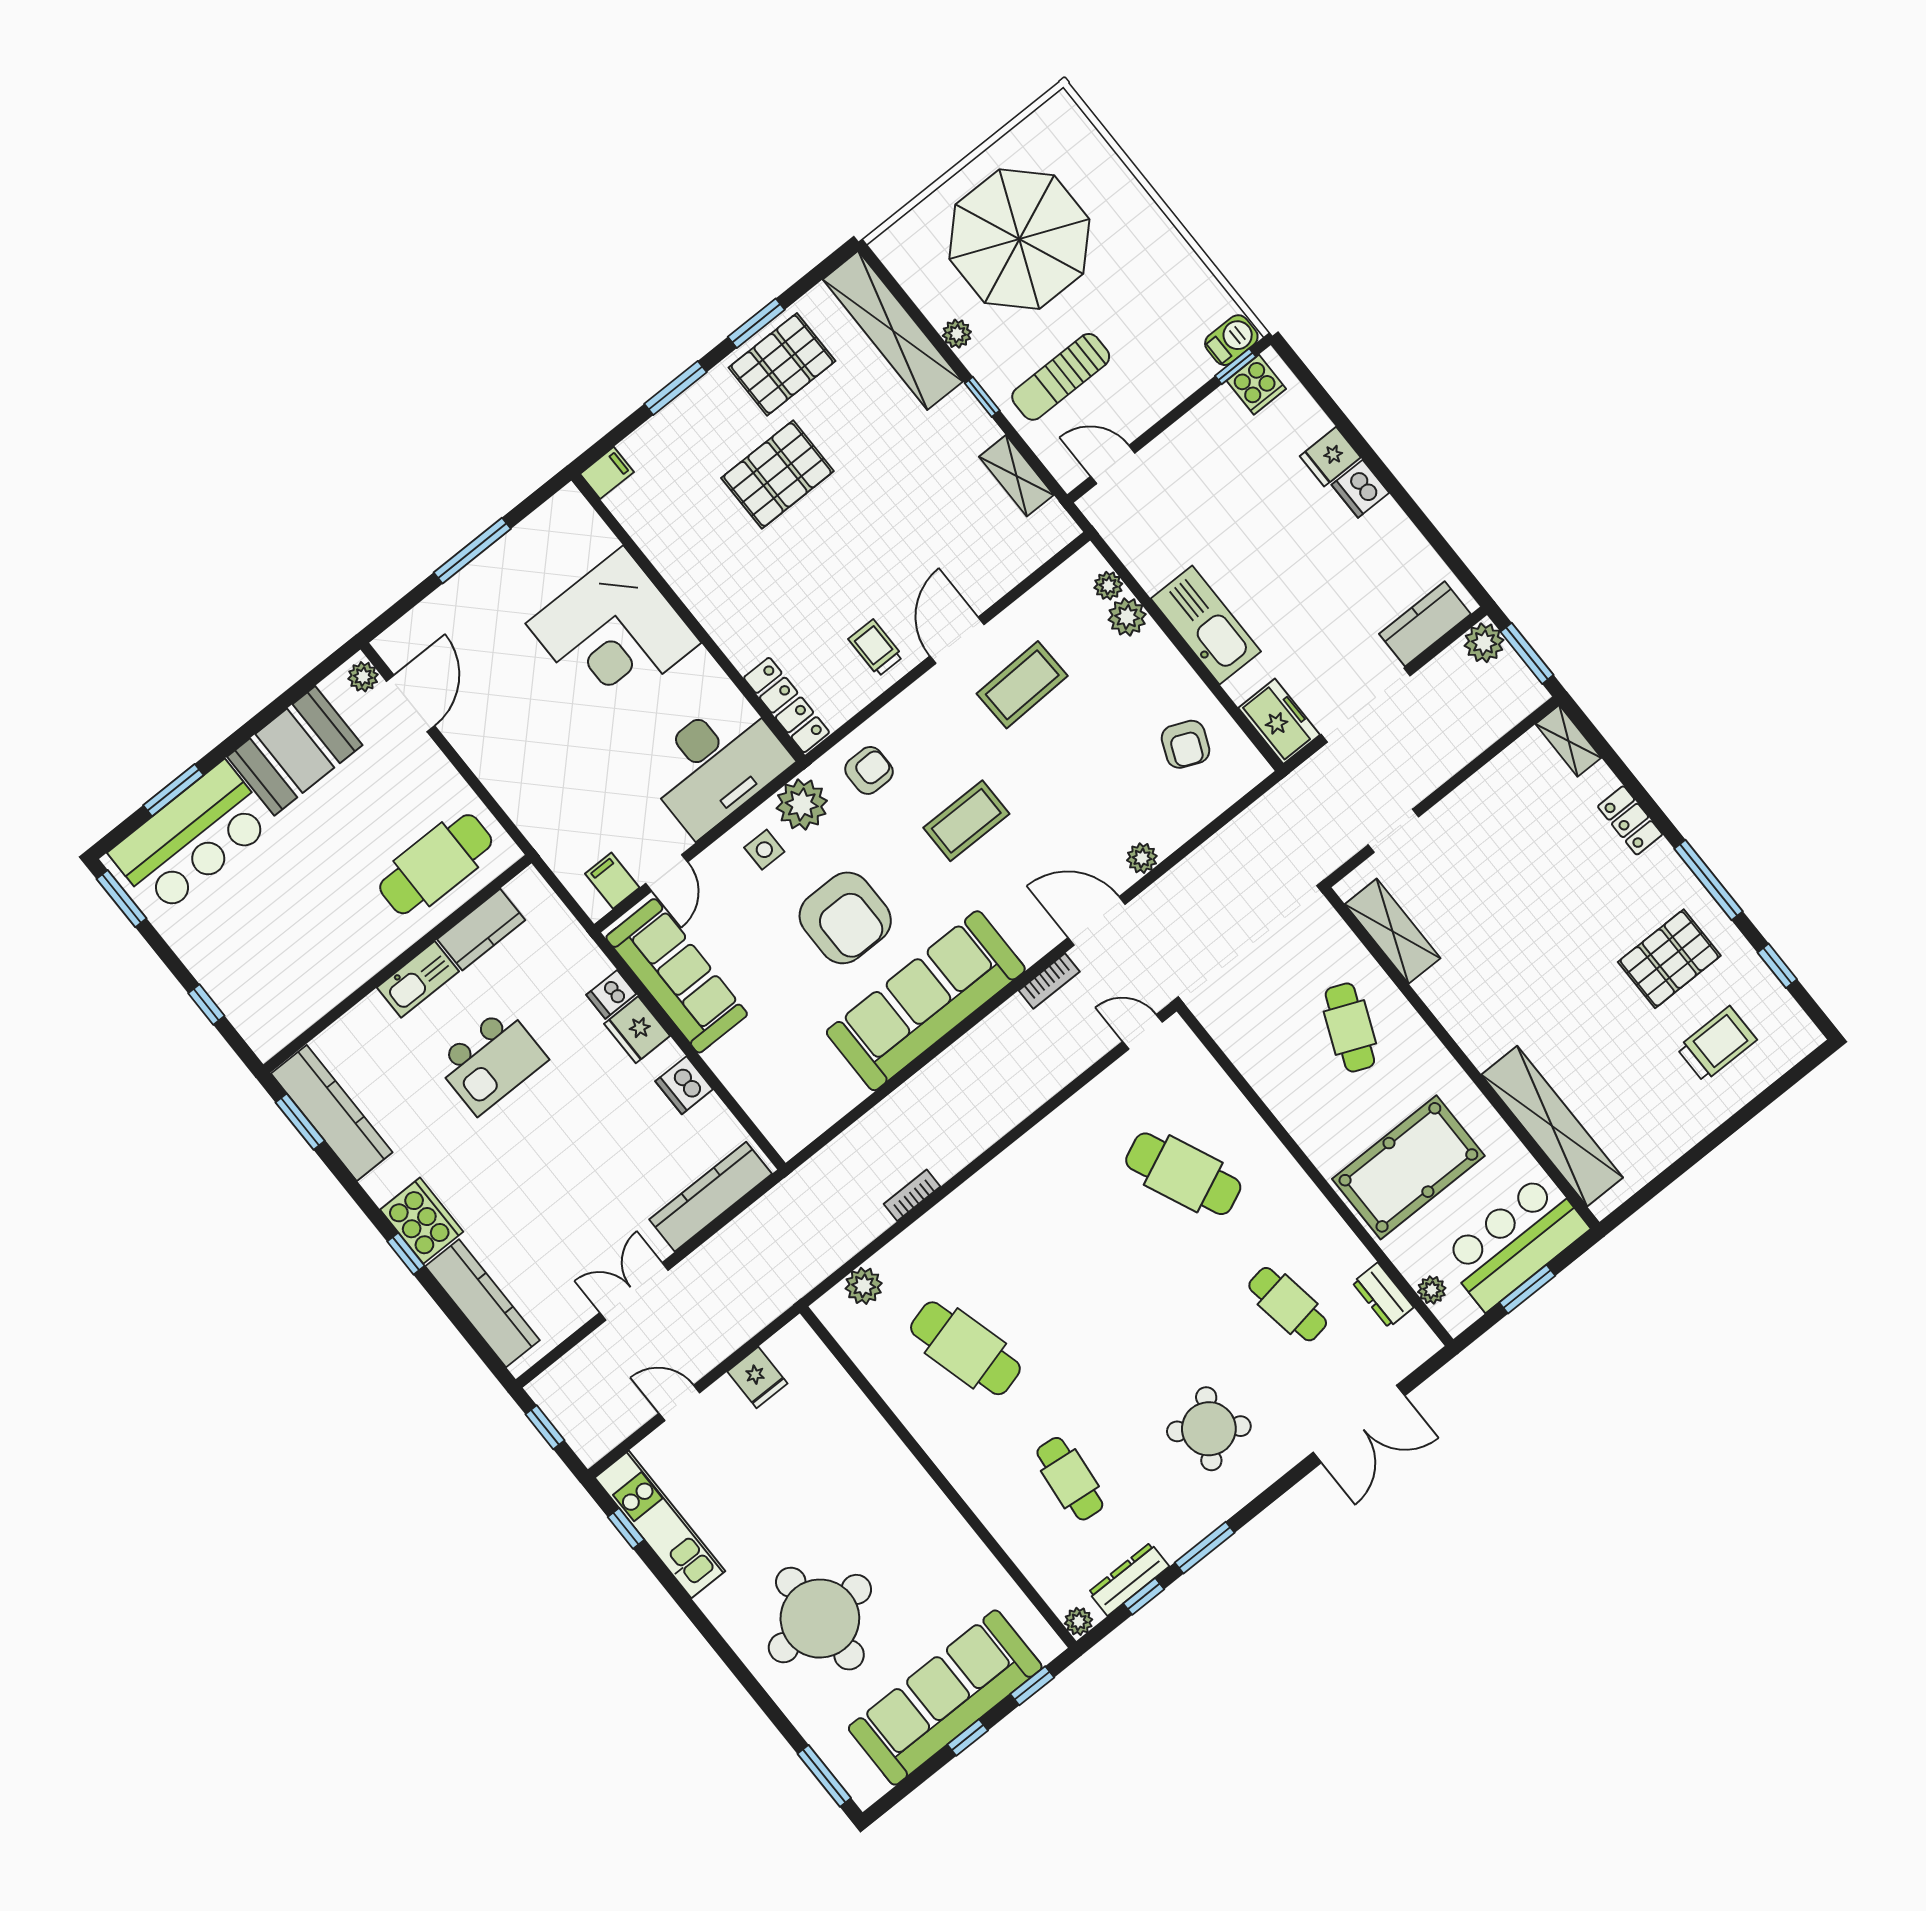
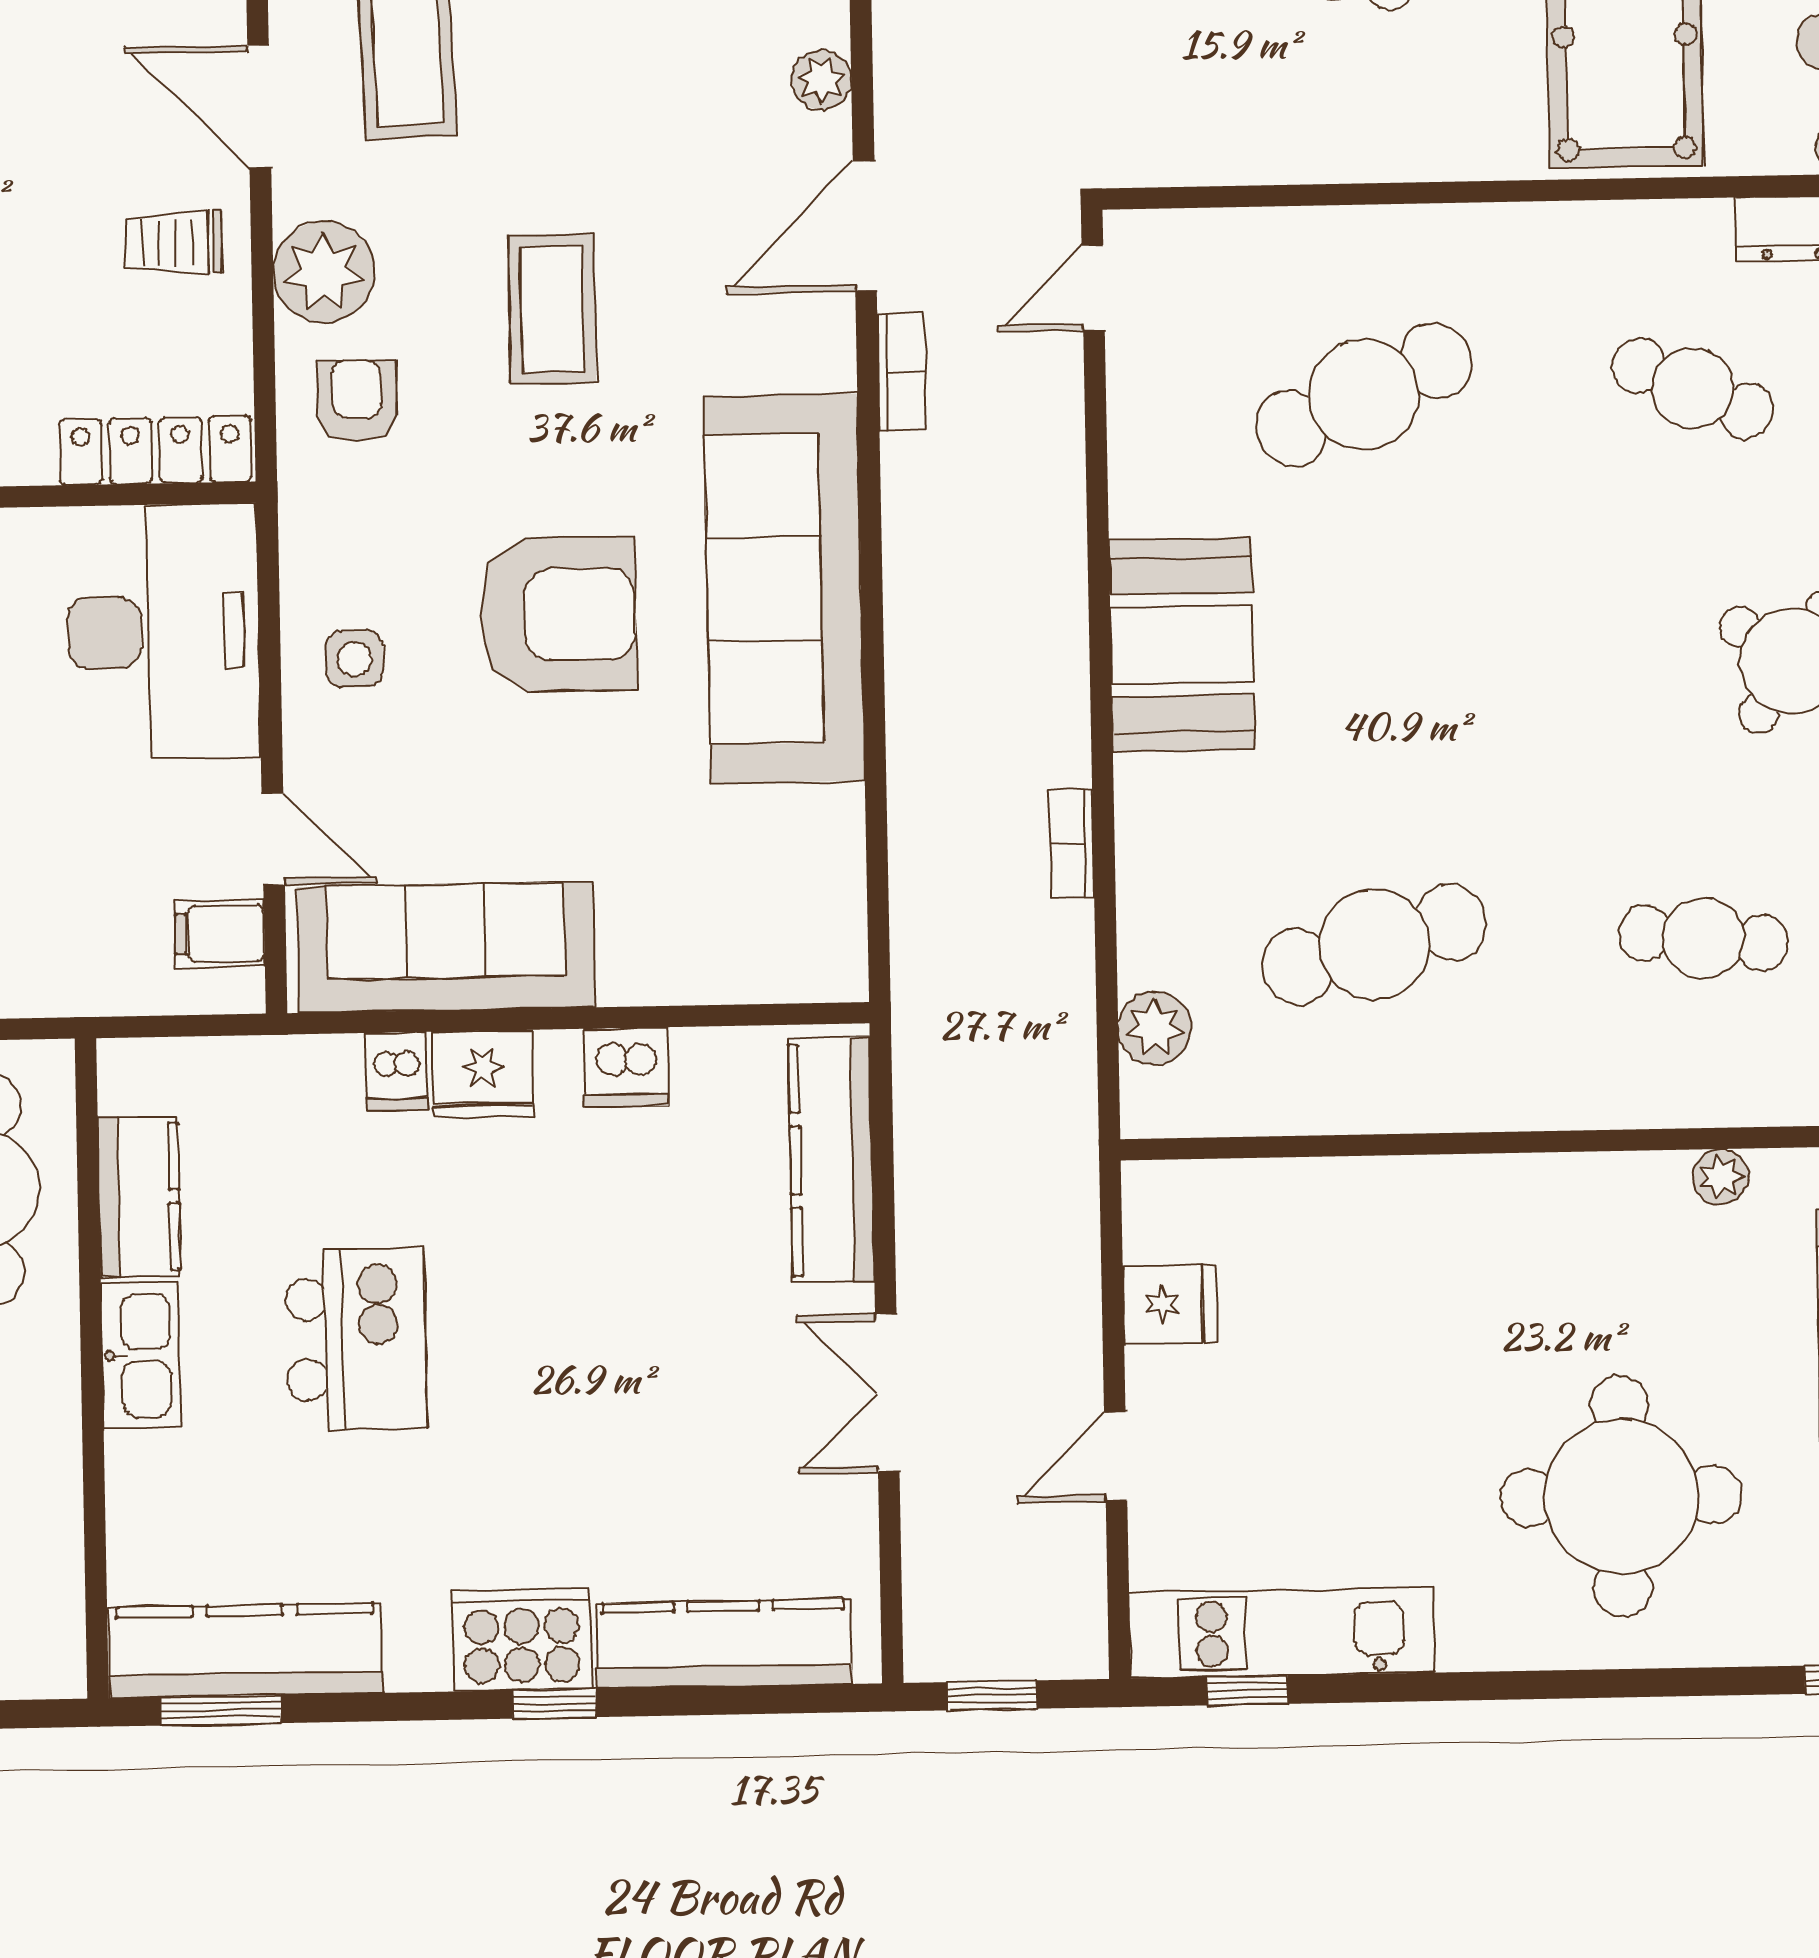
plant: (802, 804) -> (324, 272), moved
booth: (1026, 1178) -> (1182, 645), added
cafe table: (1288, 1304) -> (1693, 388), turned 33
plant: (979, 1560) -> (1721, 1177), added

